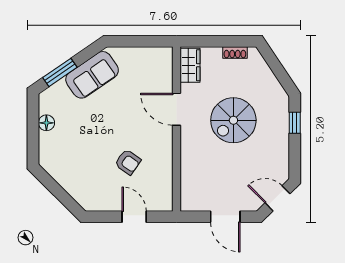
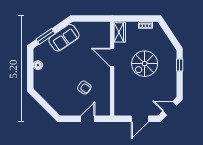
door: (134, 217) -> (88, 119), hinge flipped
door: (225, 217) -> (140, 119), hinge flipped

